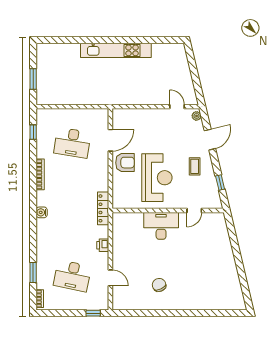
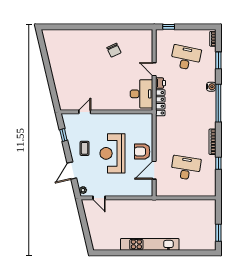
window: (33, 79) -> (218, 233), moved
window: (33, 132) -> (218, 163), moved
reception desk: (157, 178) -> (113, 153), moved
locker: (103, 208) -> (160, 103), moved
water cooler: (42, 212) -> (211, 87), moved
window: (33, 221) -> (218, 103), added
desk: (161, 226) -> (142, 94), moved, turned -90
door: (110, 278) -> (154, 69), moved

